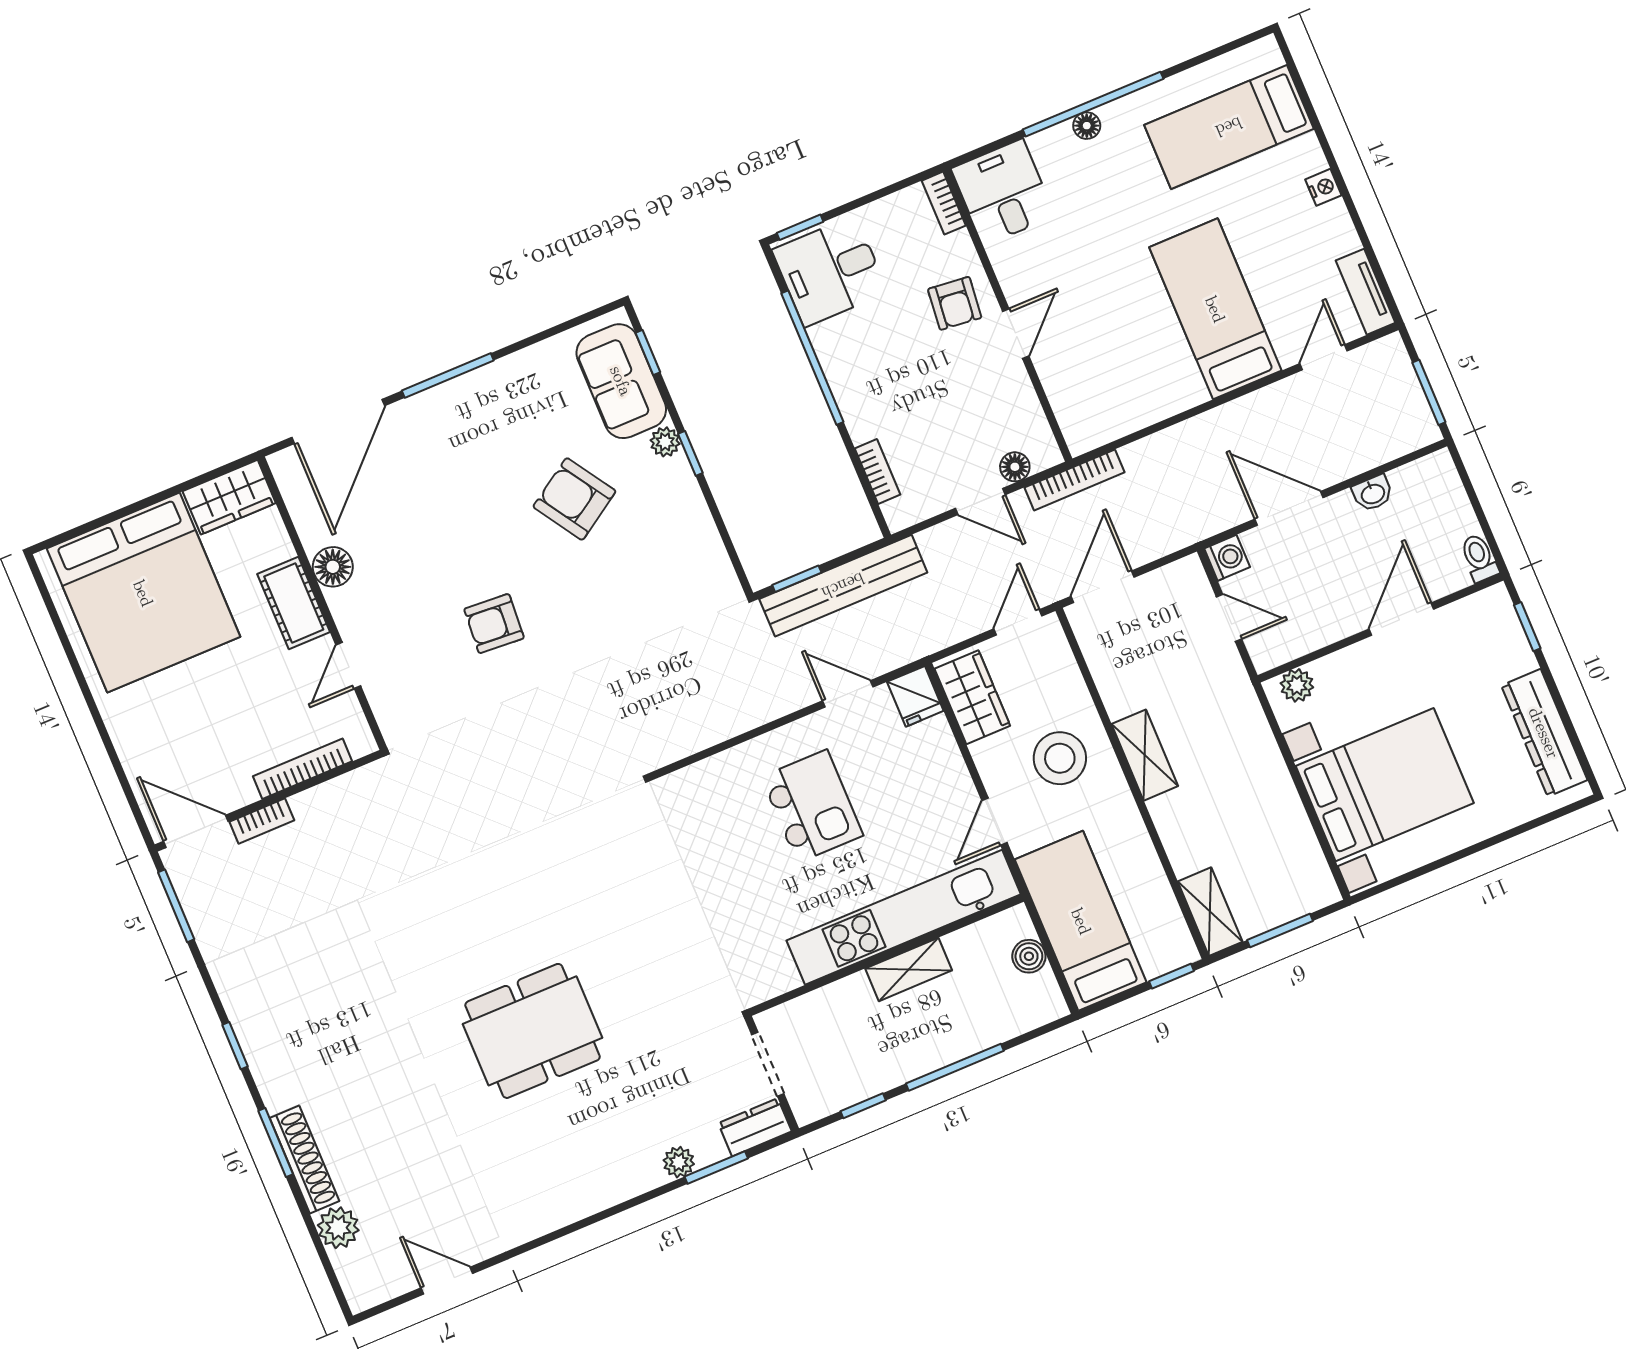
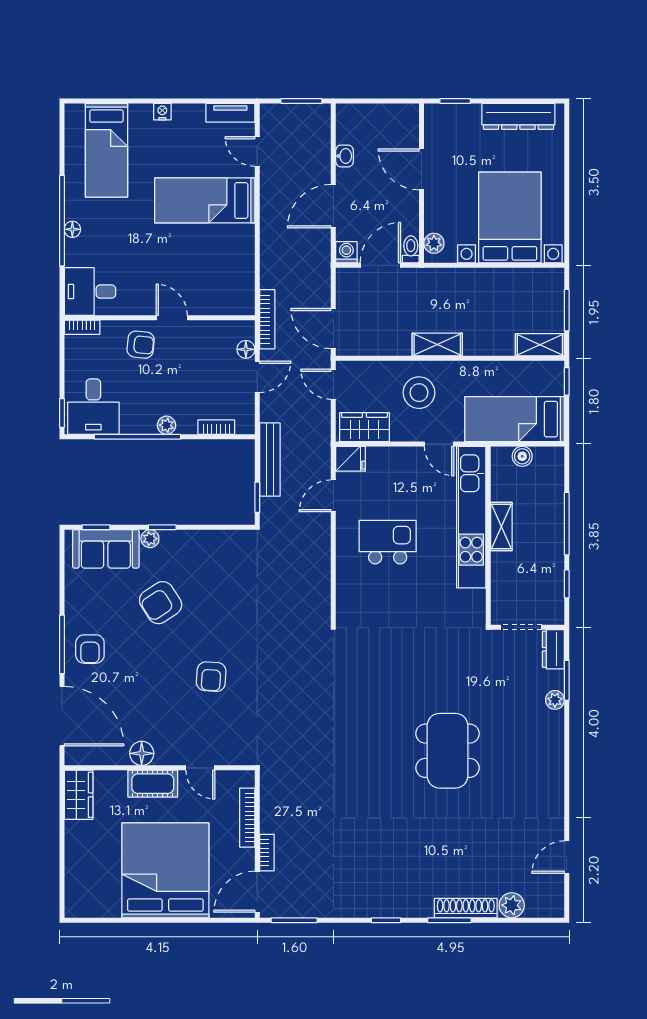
plant: (848, 394) -> (166, 425), added
armchair: (459, 421) -> (90, 649), added
toilet: (1479, 558) -> (411, 249), moved, turned 90
bench: (843, 586) -> (270, 460), width x0.73, depth x0.82
bed: (143, 593) -> (165, 870), moved, turned -90
door: (1229, 618) -> (380, 265), width x1.37

